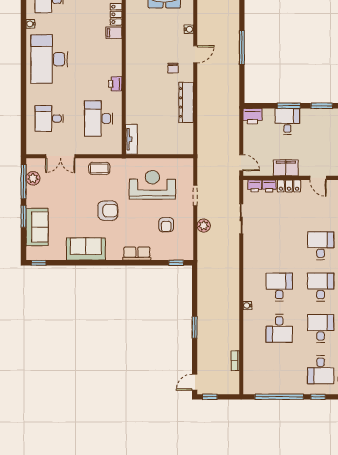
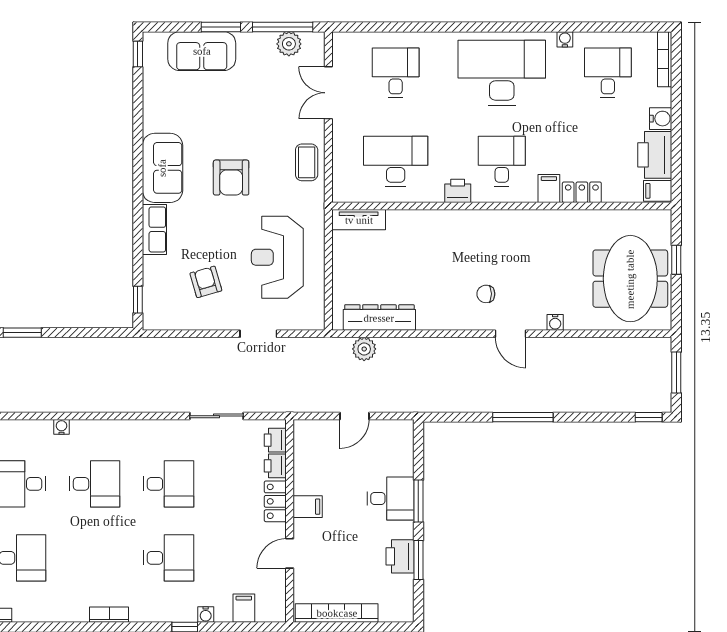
desk: (99, 59) -> (502, 161), added
dresser: (186, 102) -> (379, 318), moved
printer: (252, 116) -> (400, 556), moved
door: (241, 163) -> (354, 416), moved
filing cabinet: (286, 168) -> (308, 507), width x0.50
reception desk: (152, 185) -> (277, 257), turned 180
armchair: (166, 225) -> (206, 282), turned 74
plant: (204, 226) -> (364, 349), moved
sofa: (86, 249) -> (162, 168), moved
desk: (321, 287) -> (168, 484), moved

